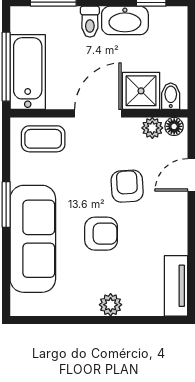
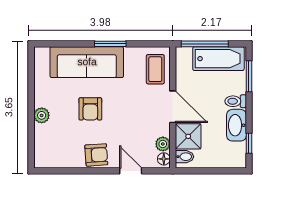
bathtub: (28, 72) -> (218, 59), moved
armchair: (127, 186) -> (96, 155), moved
tv unit: (176, 286) -> (55, 160), removed

